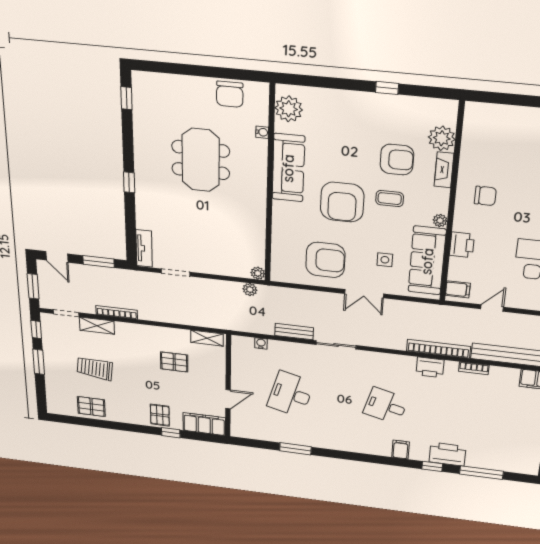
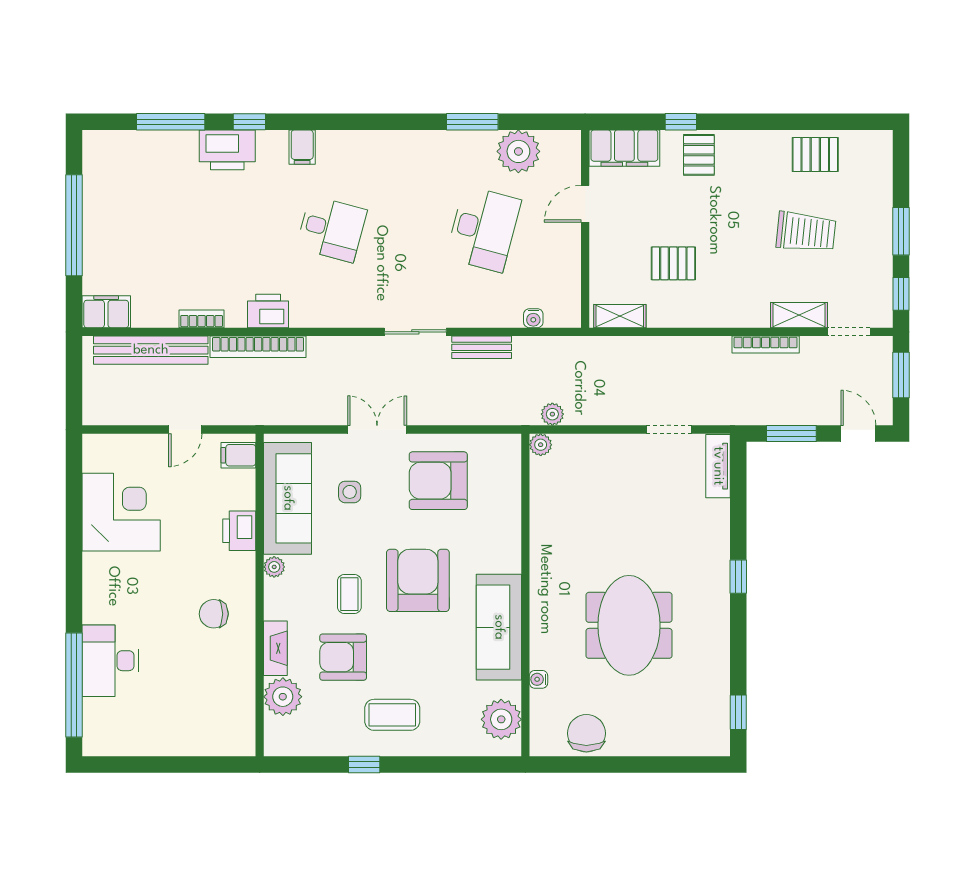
coffee table: (365, 119) -> (392, 715), added
coffee table: (390, 199) -> (349, 594), turned 90
plant: (268, 431) -> (518, 151), added

